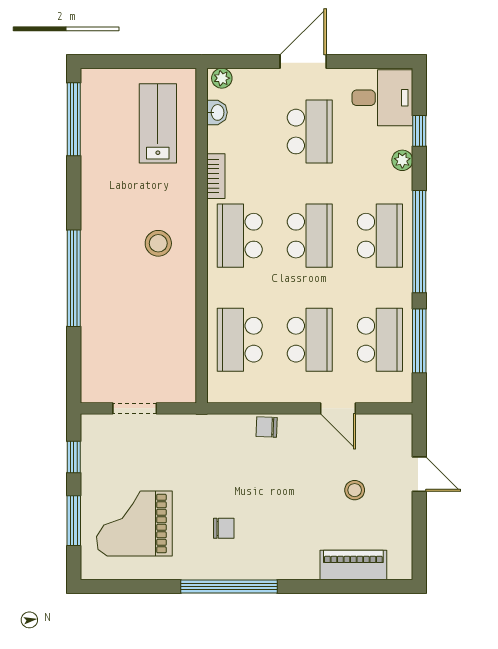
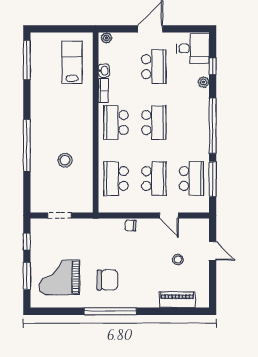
washbasin: (217, 112) -> (104, 71), moved
school desk: (380, 236) -> (191, 123), removed
stool: (158, 243) -> (65, 160), moved
chair: (224, 528) -> (107, 280), width x1.87, depth x1.87

